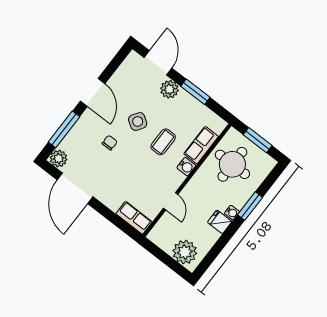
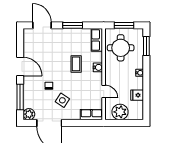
plant: (169, 89) -> (58, 34), removed
side table: (138, 122) -> (62, 100), moved
row of seats: (201, 145) -> (97, 40), moved
window: (250, 206) -> (146, 46), moved
fridge: (220, 222) -> (137, 95), moved
plant: (185, 252) -> (120, 112), moved

